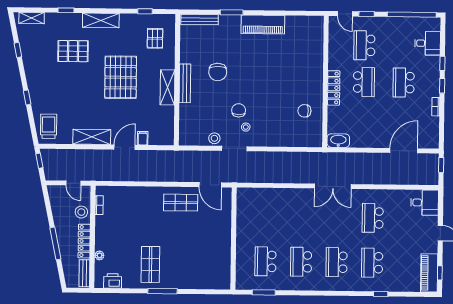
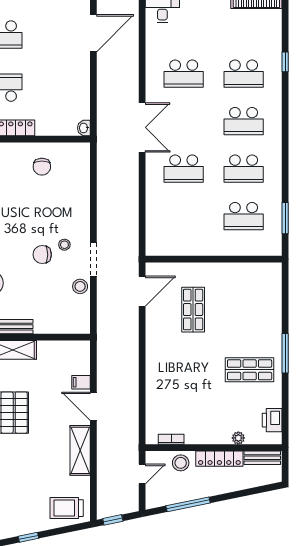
washbasin: (338, 141) -> (84, 128), width x0.52, depth x0.69
door: (404, 151) -> (93, 33), swing flipped
shop shelf: (181, 203) -> (193, 310), moved
school desk: (302, 217) -> (184, 169), added
window: (55, 243) -> (188, 504), moved

